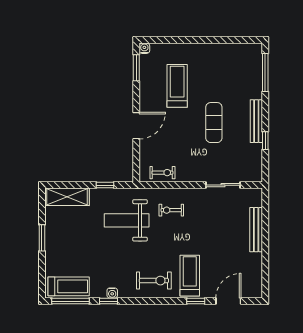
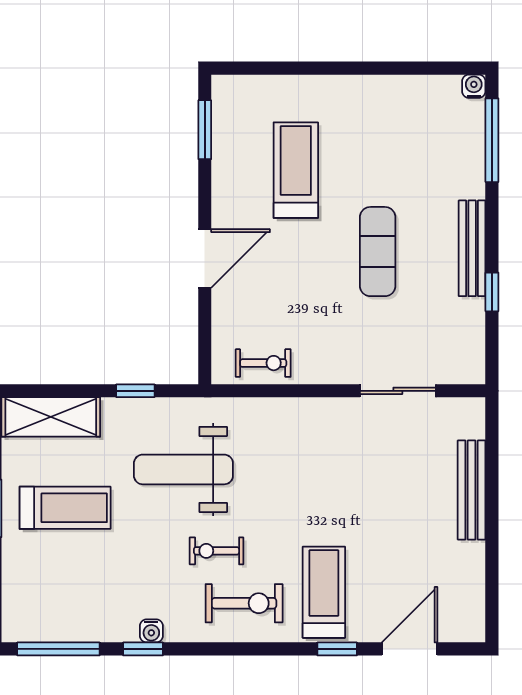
water cooler: (144, 48) -> (474, 86), moved
exercise bike: (171, 210) -> (216, 551), moved
treadmill: (69, 286) -> (65, 508), moved

